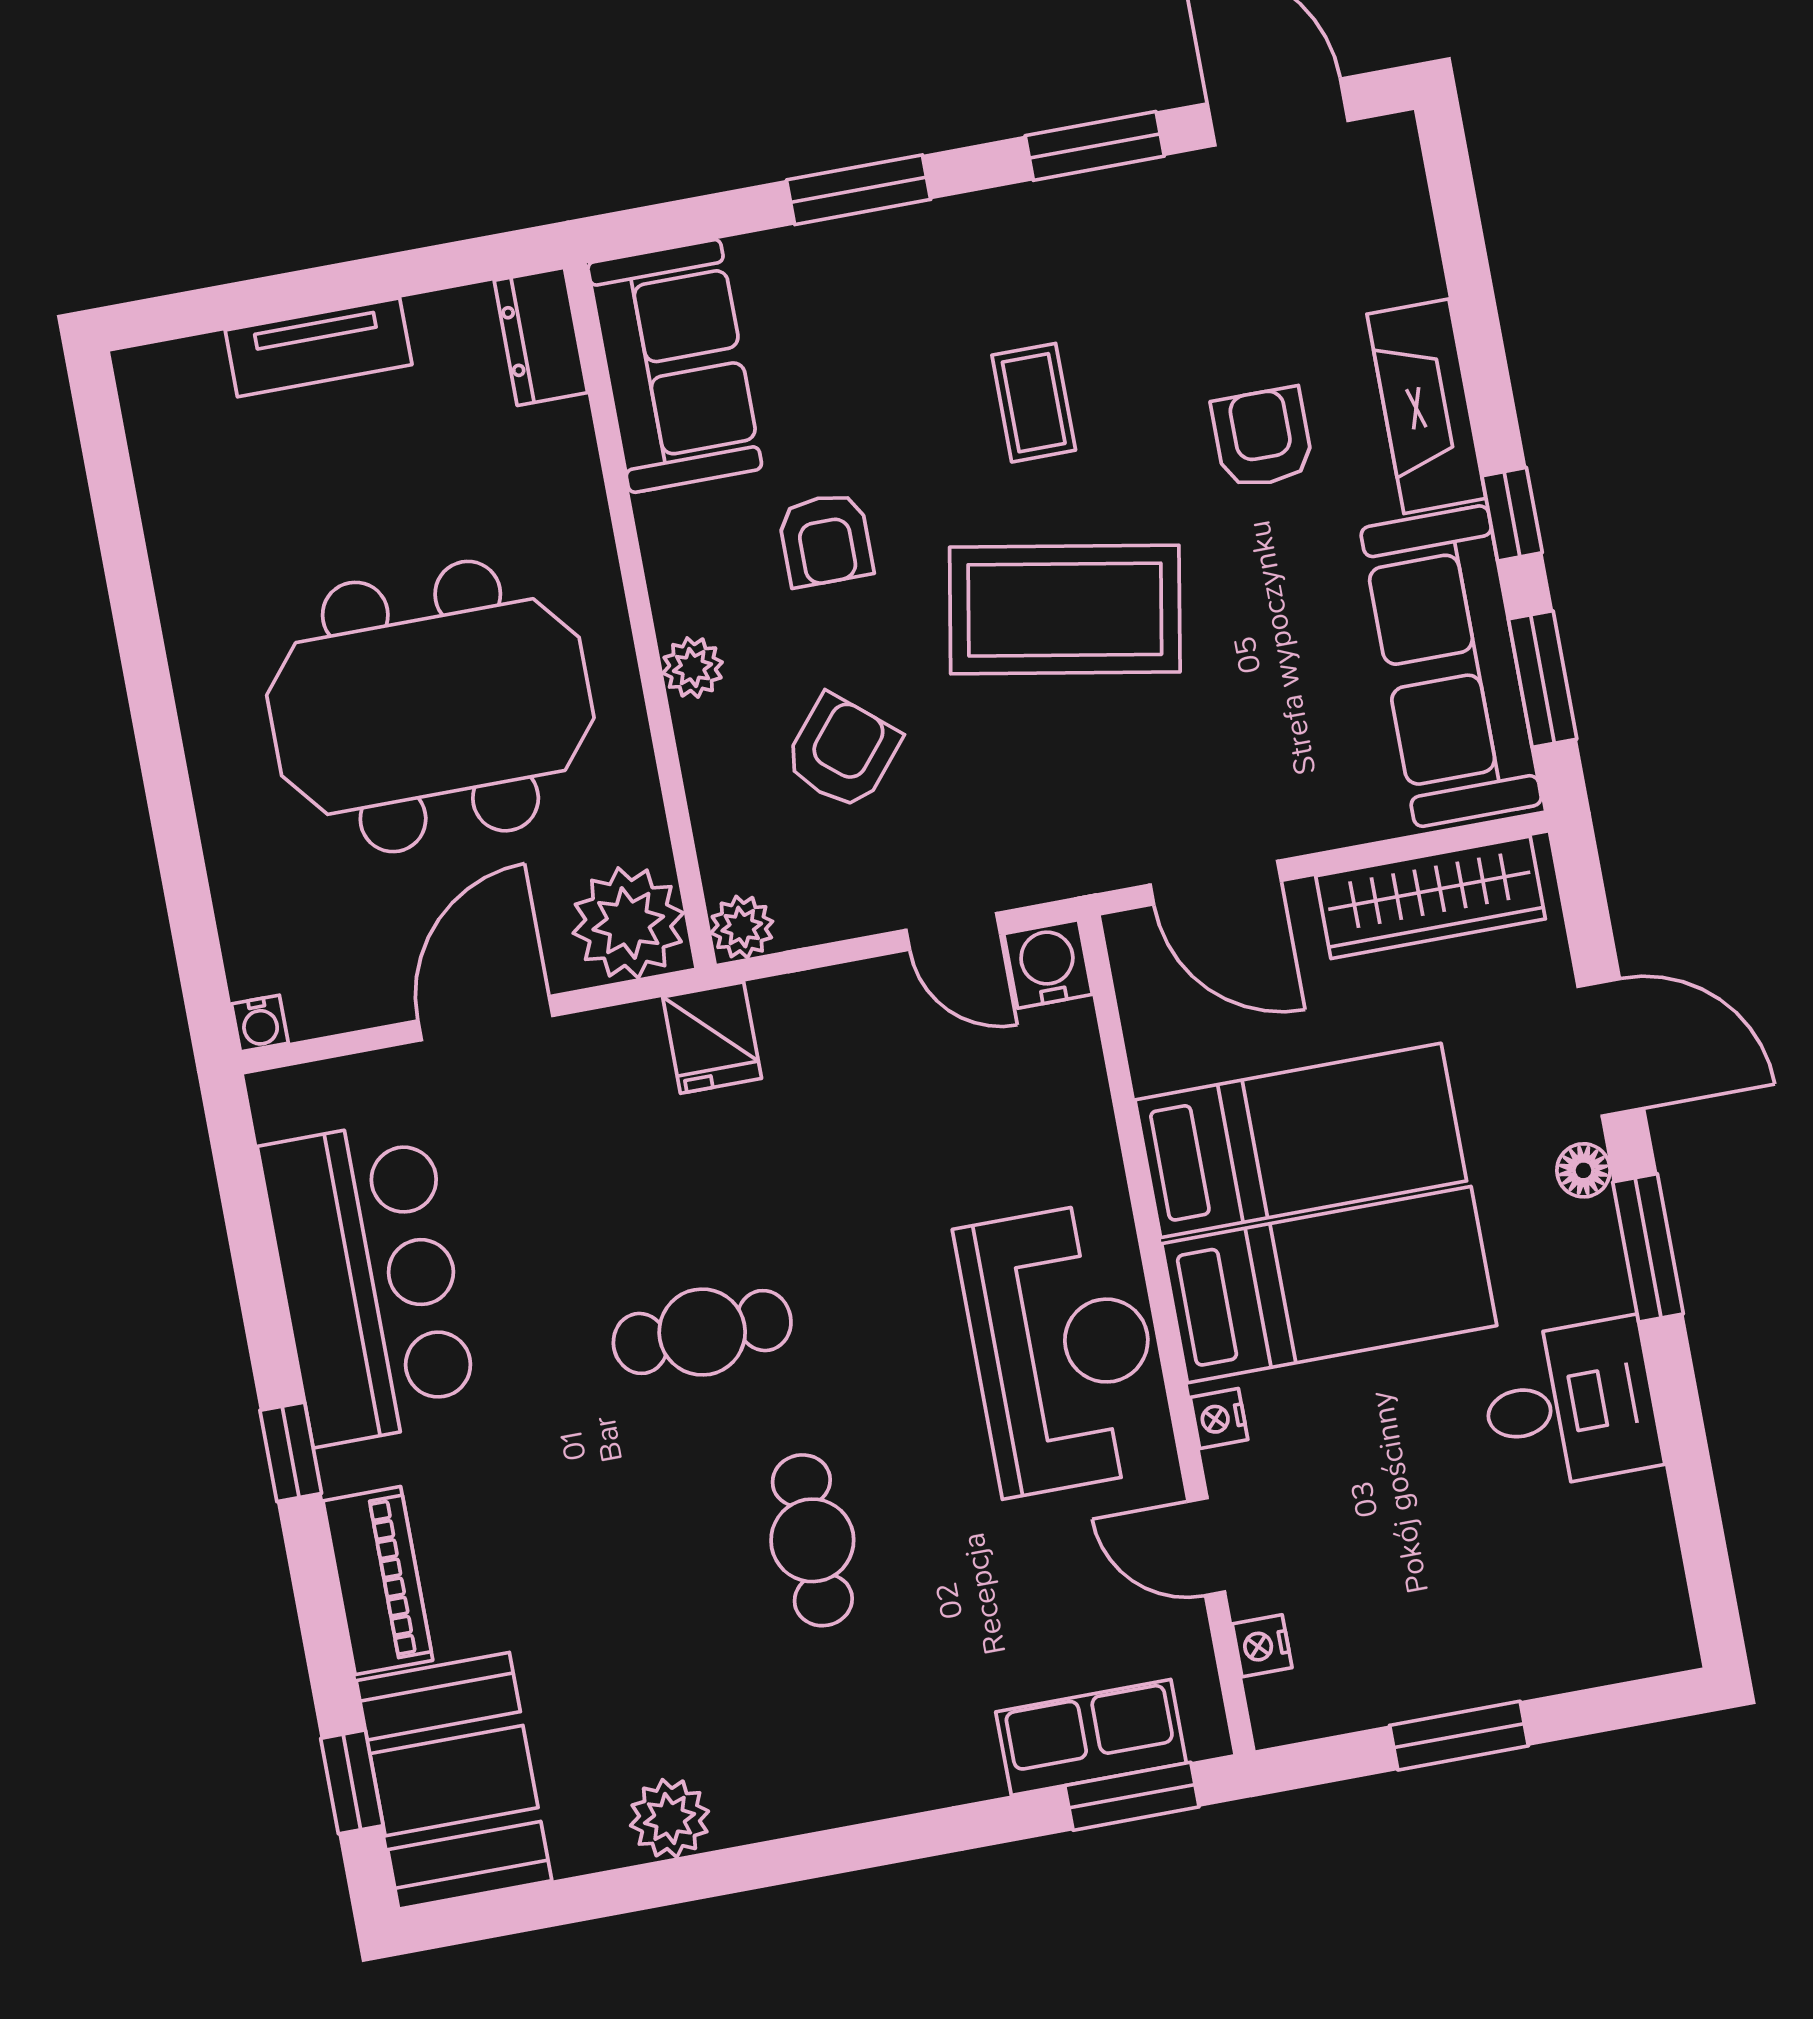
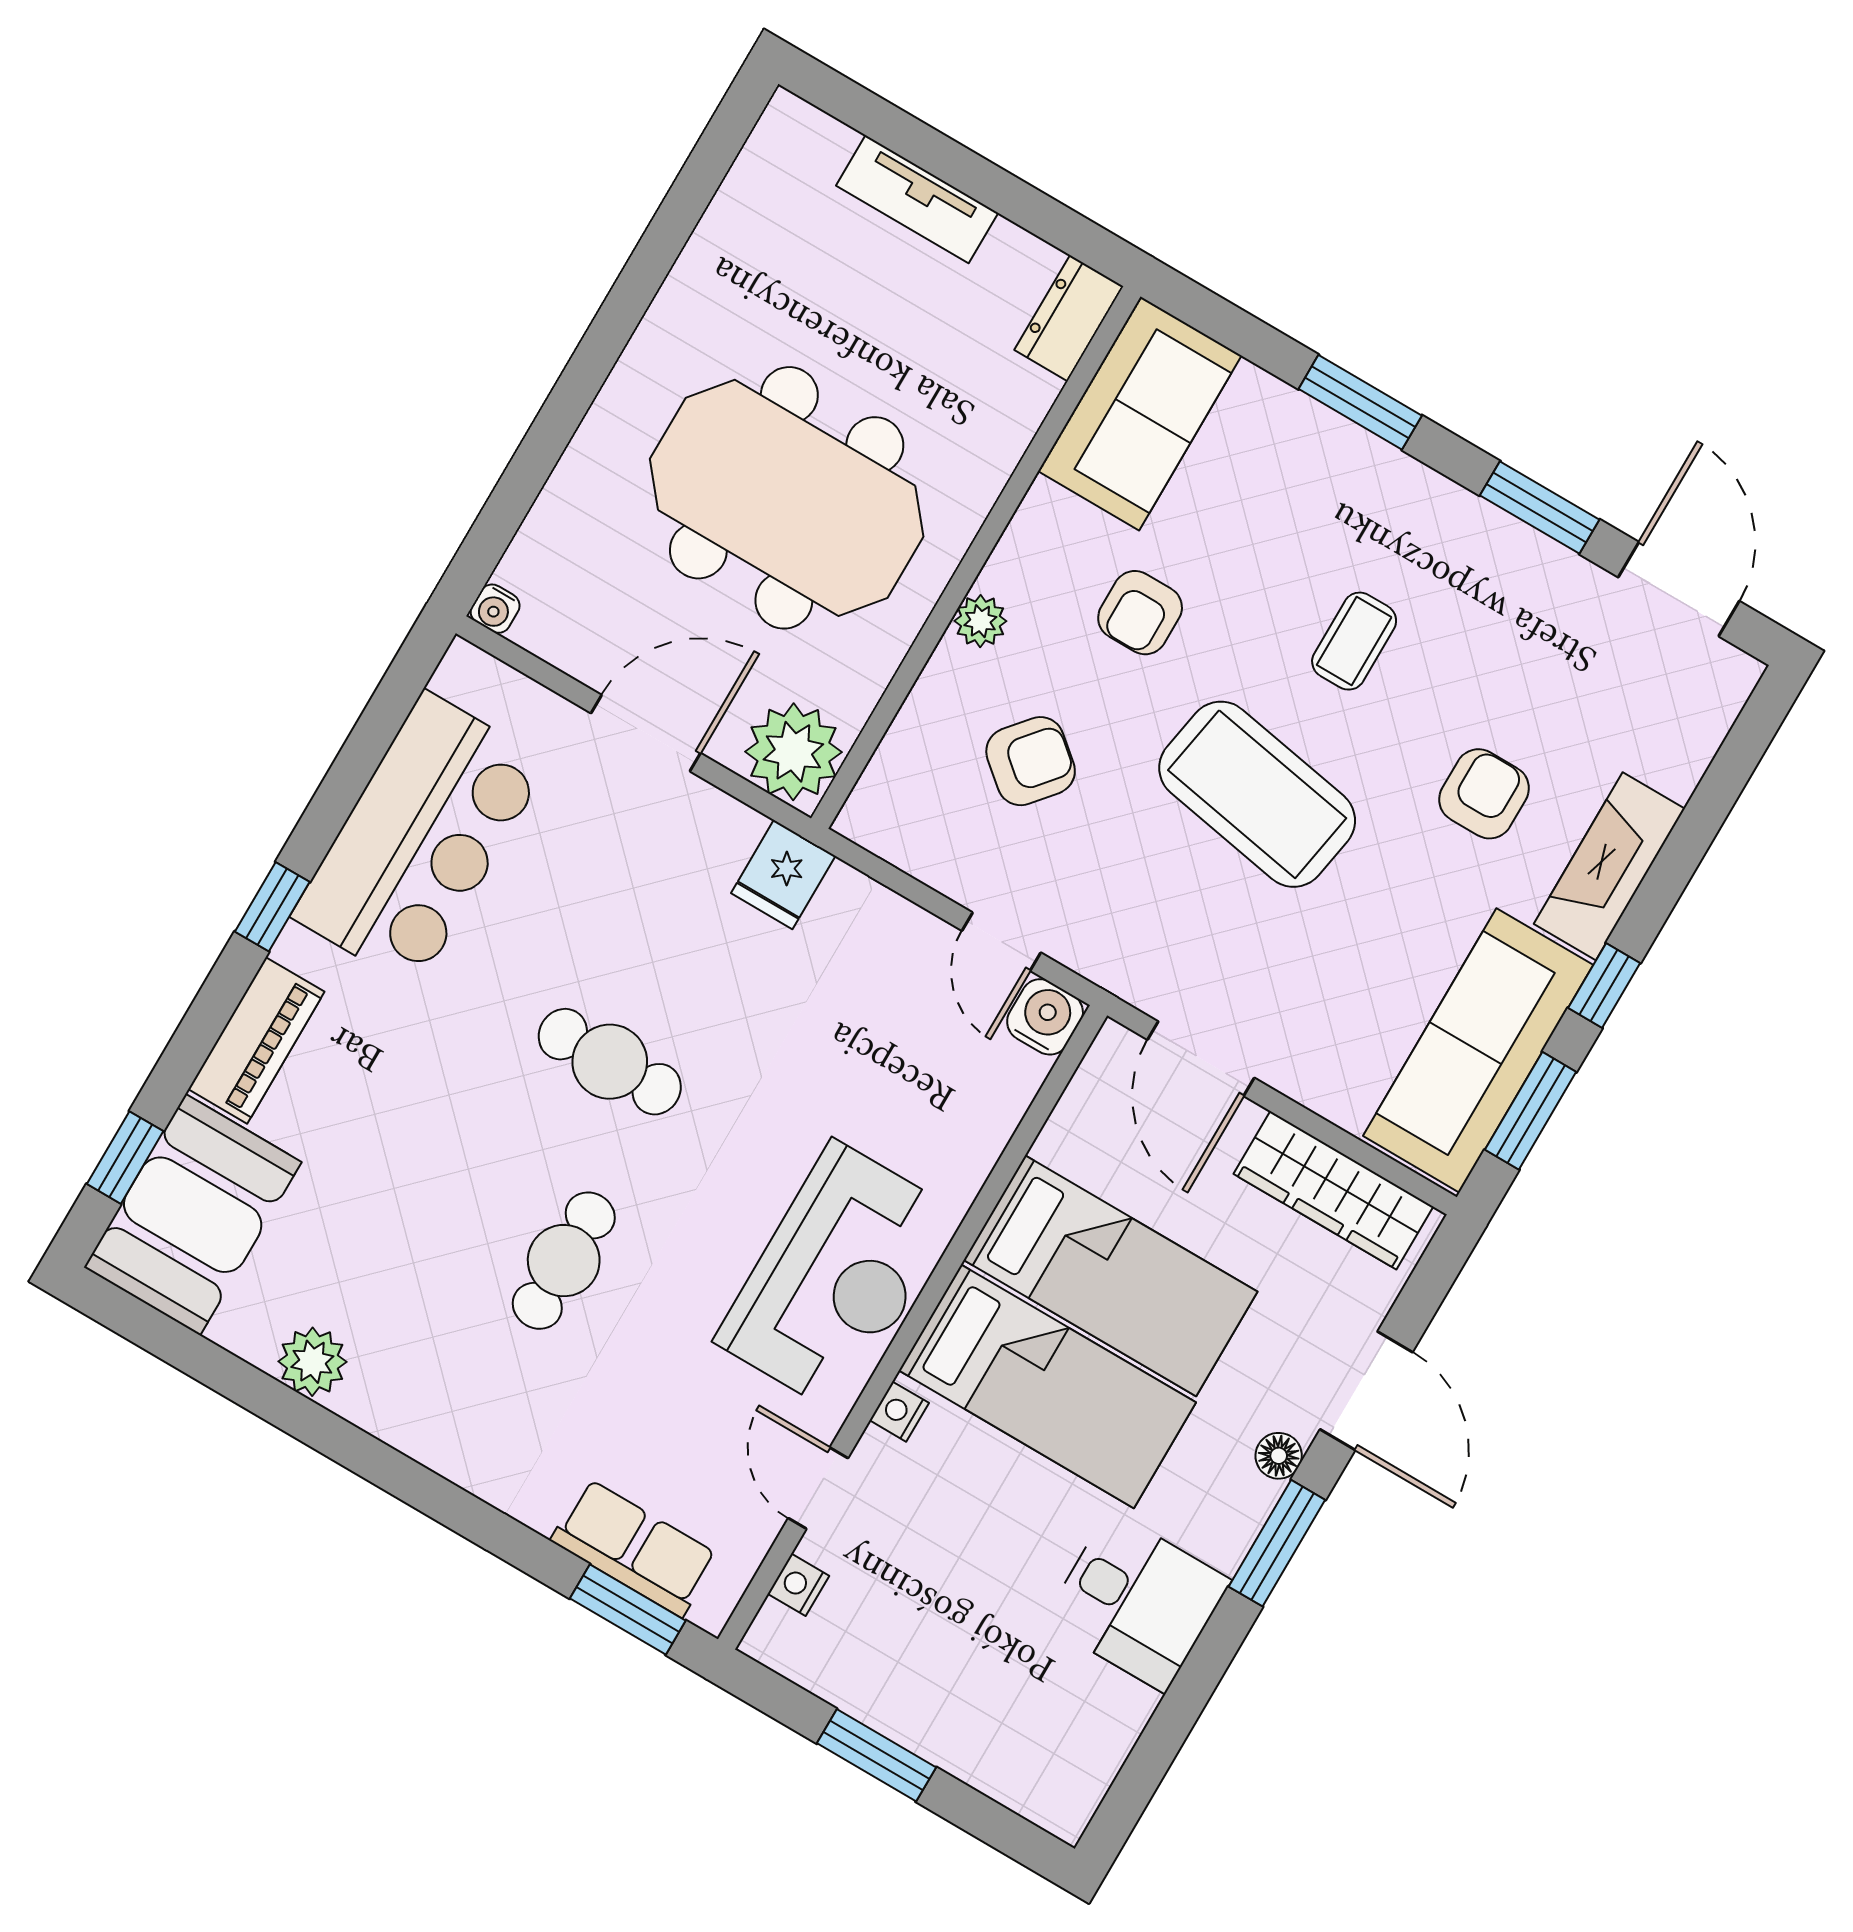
plant: (742, 927) -> (865, 819), removed

